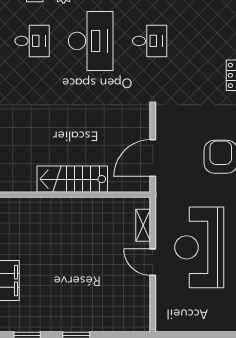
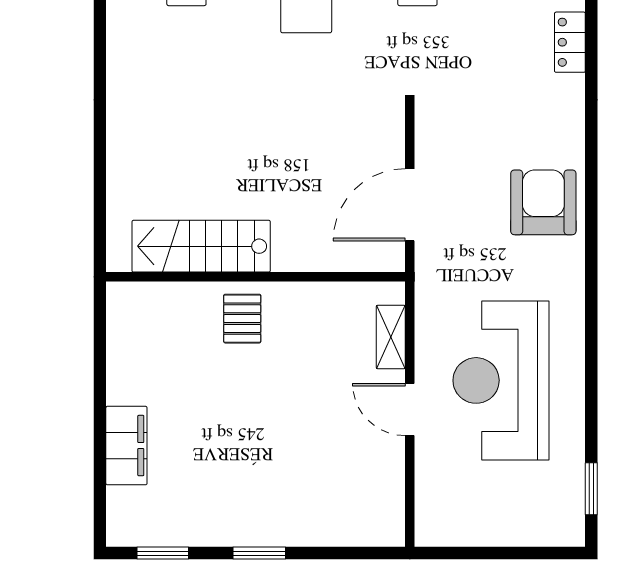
stairs: (72, 179) -> (201, 246), moved
pallet: (68, 216) -> (242, 319), added

